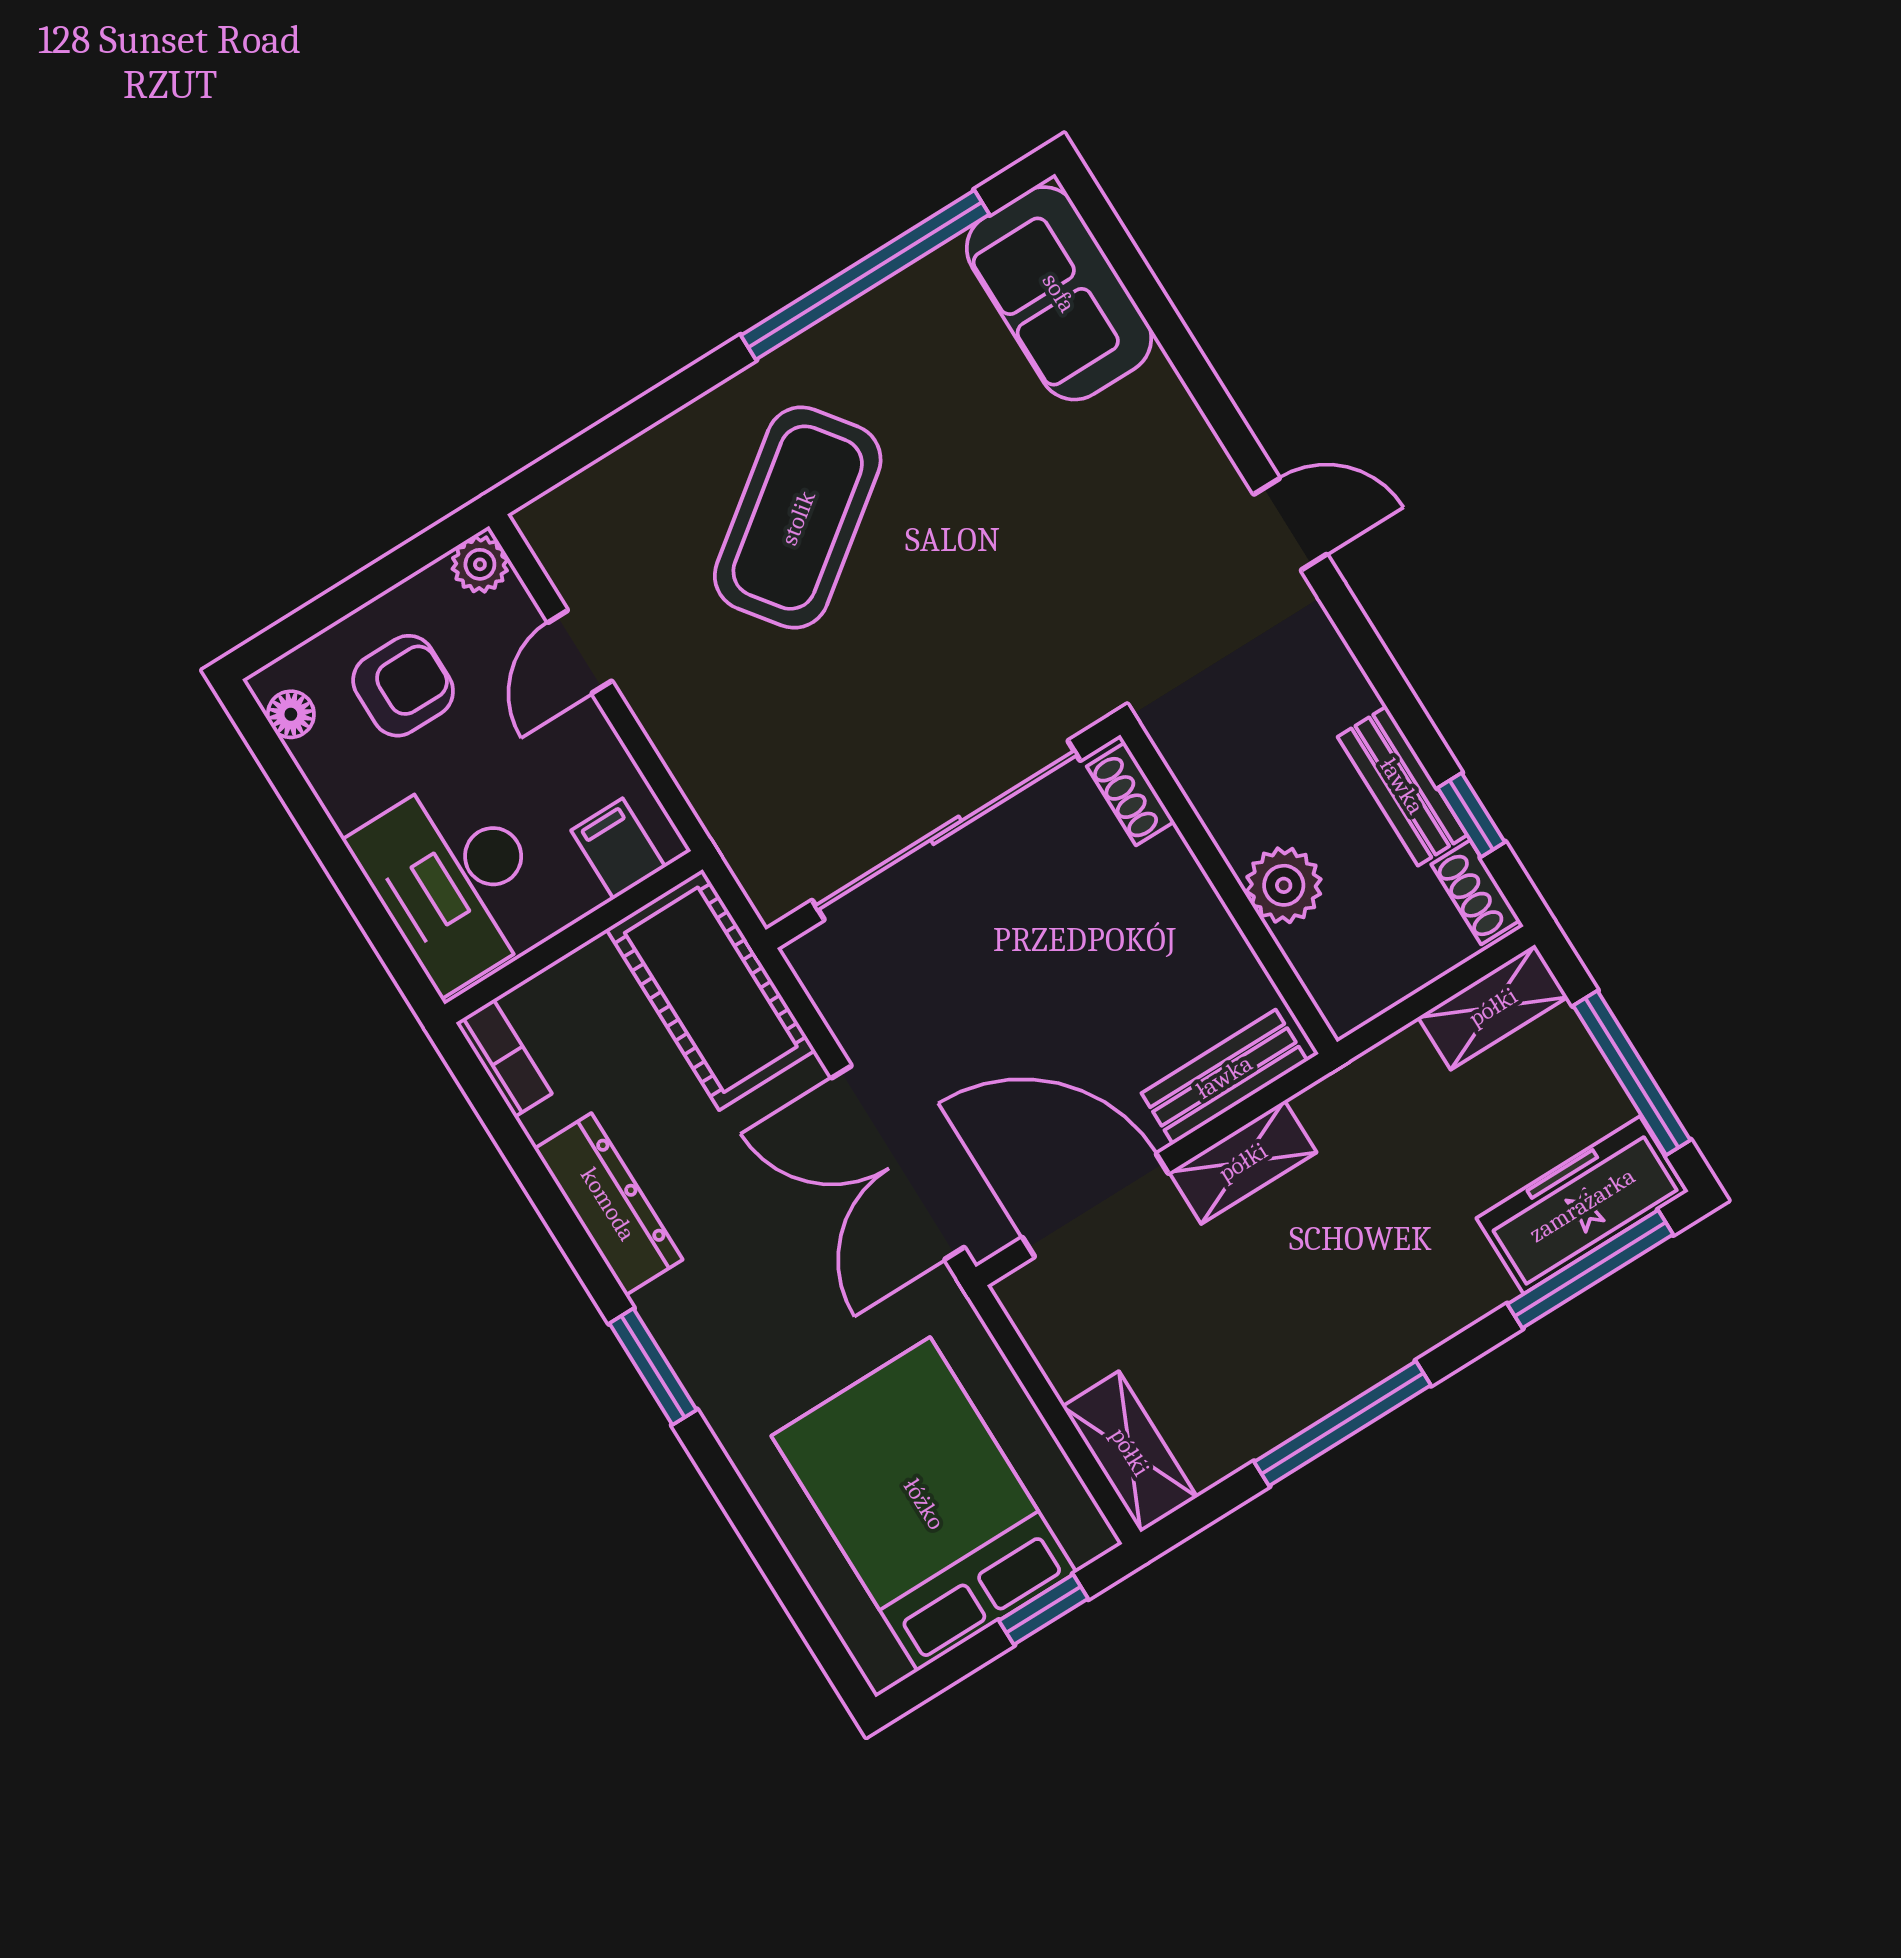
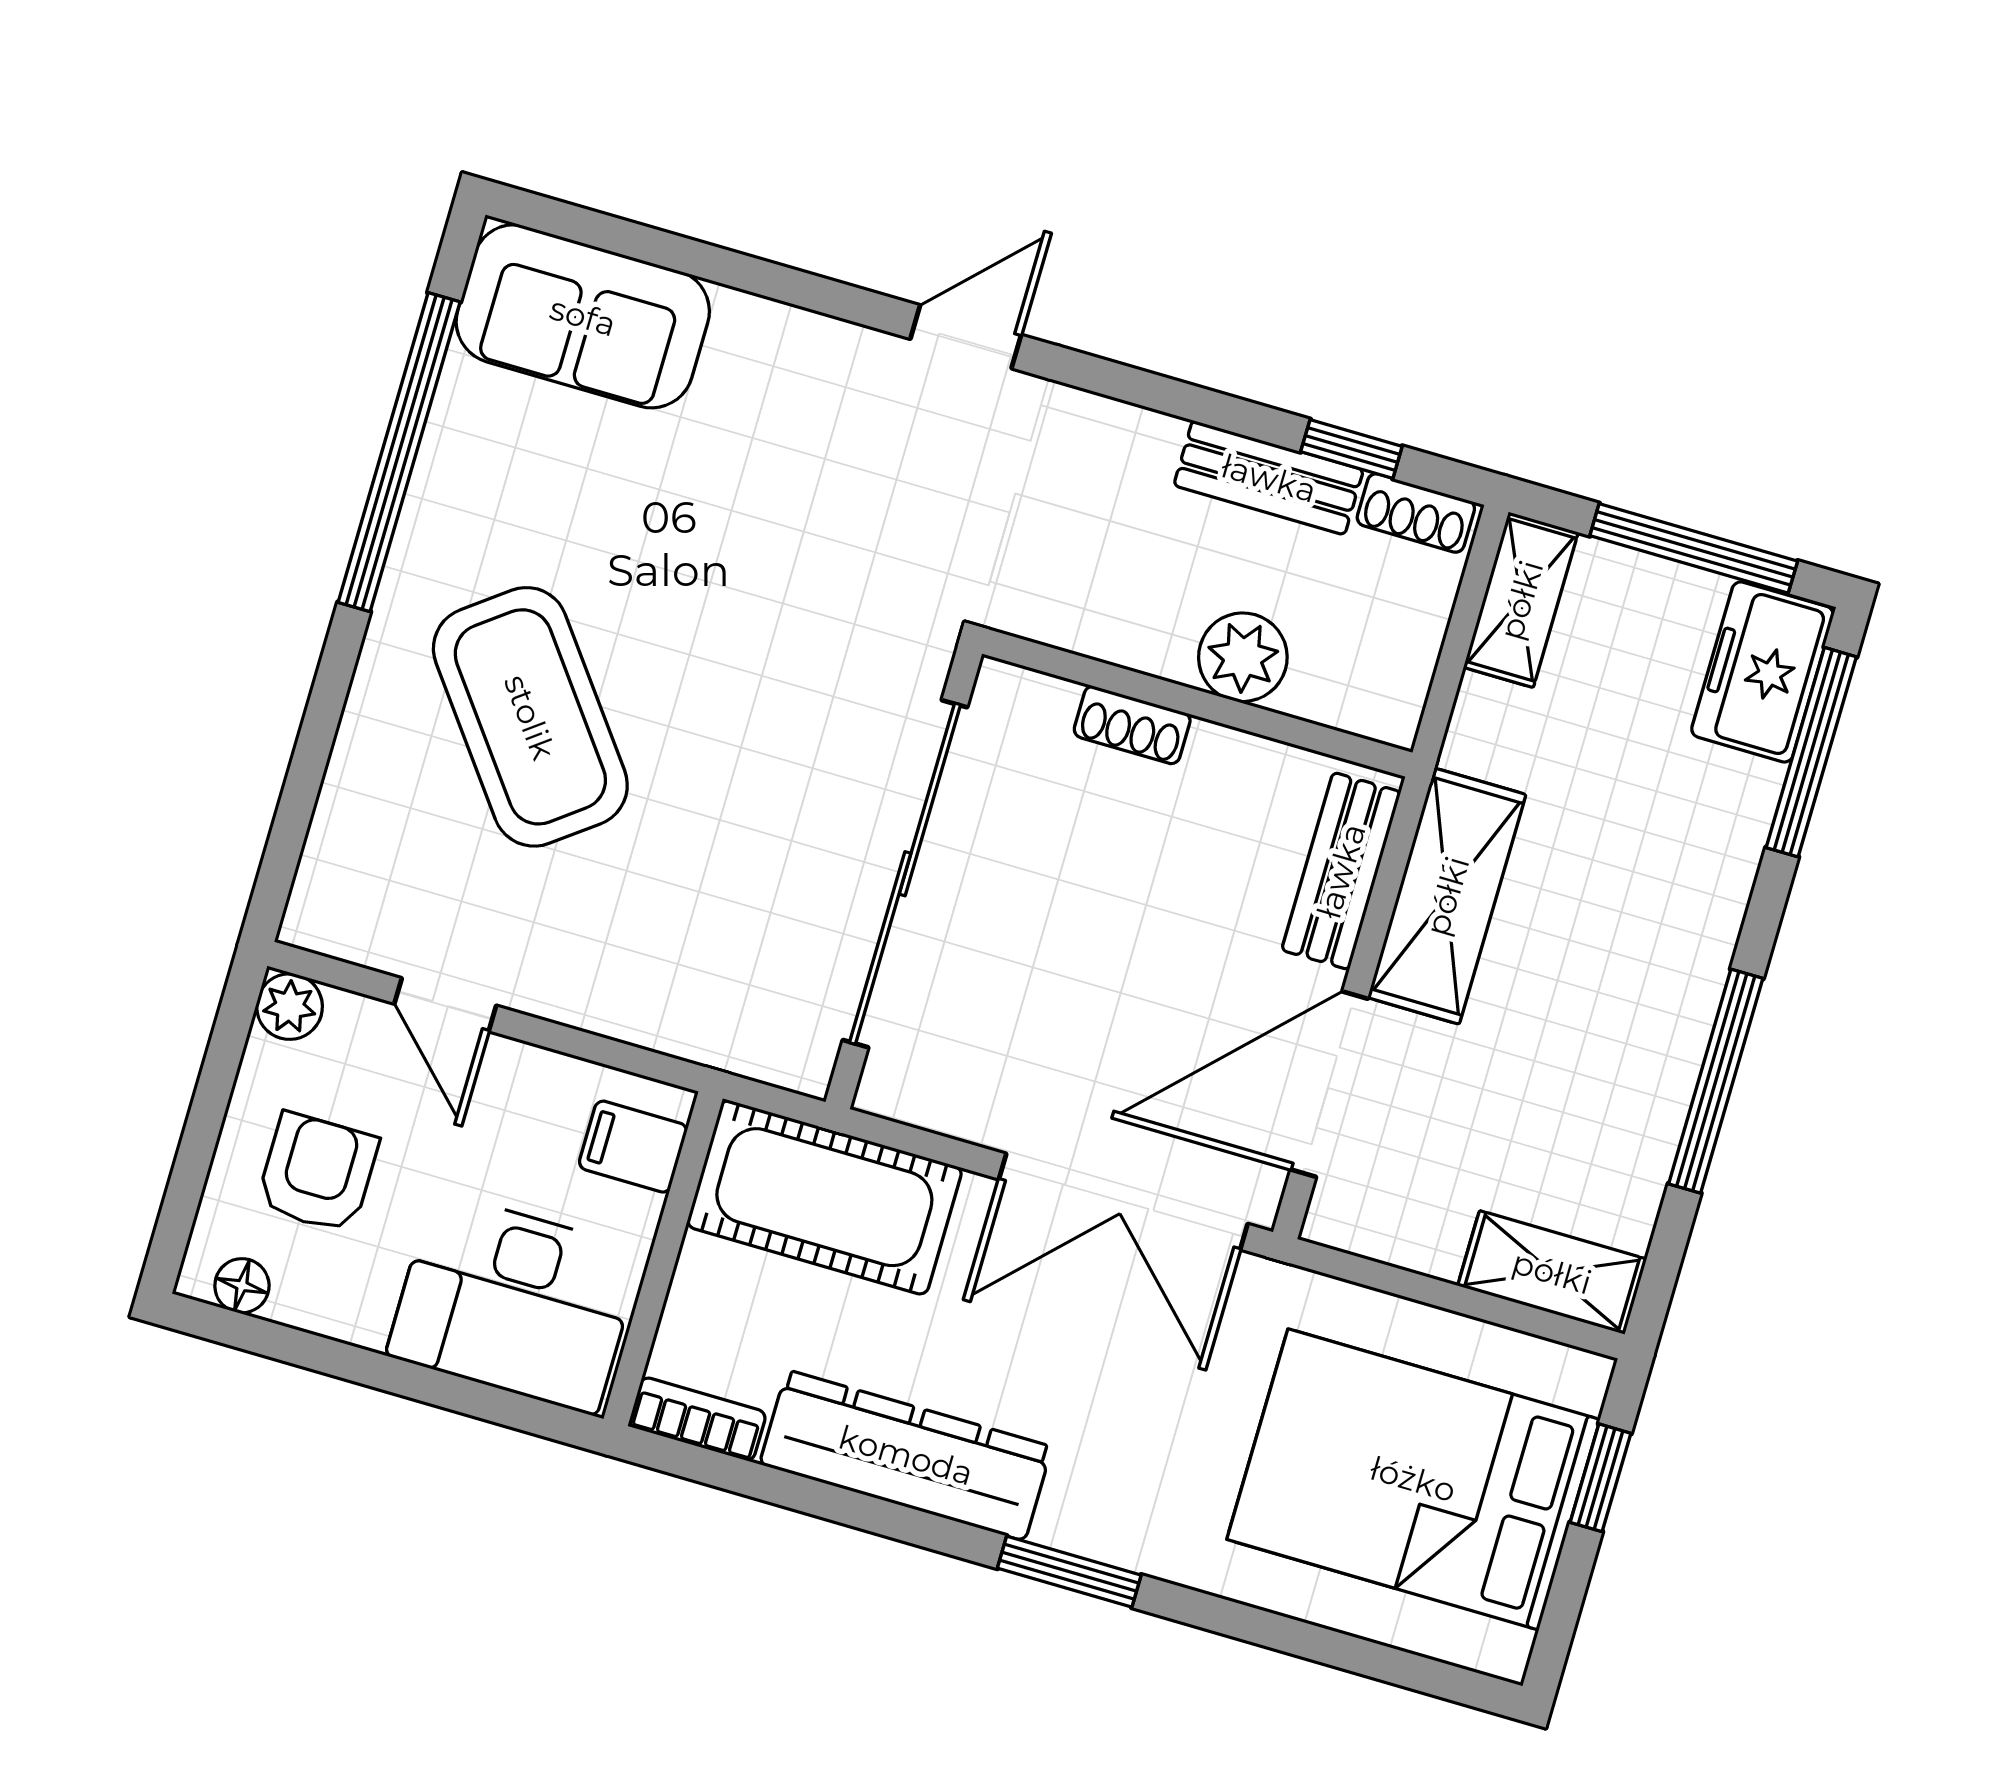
shoe rack: (1131, 794) -> (1132, 725), moved
shelving: (1243, 1162) -> (1447, 896), width x1.50, depth x1.33
dresser: (608, 1204) -> (906, 1455), width x1.37, depth x1.24
freezer: (1582, 1205) -> (1763, 672), width x0.71

